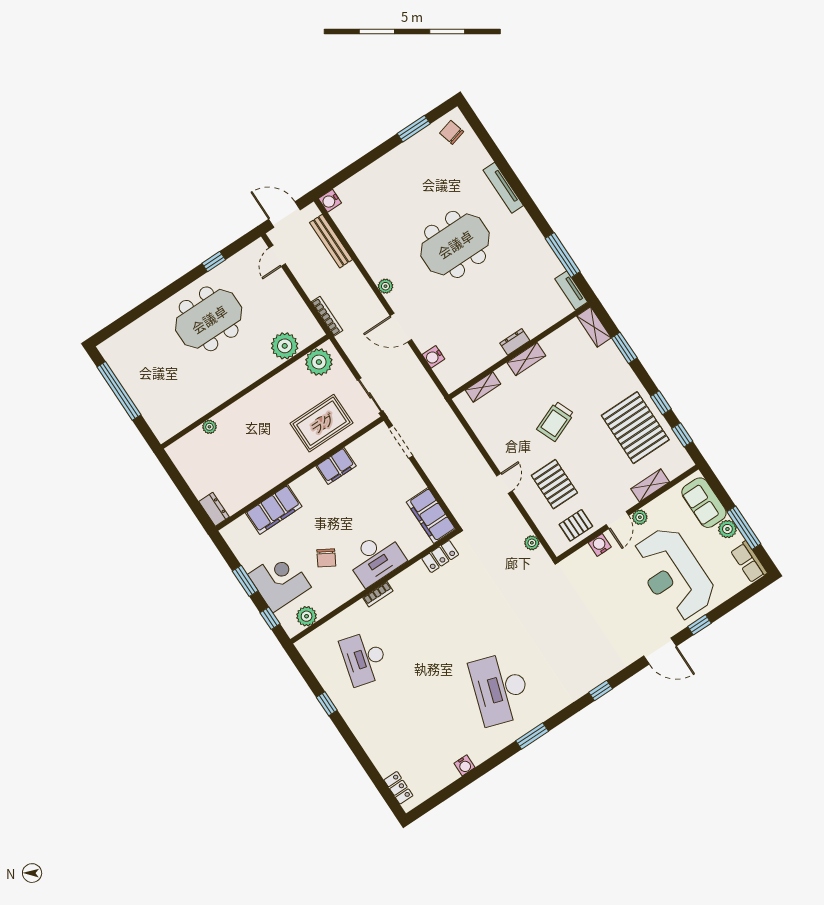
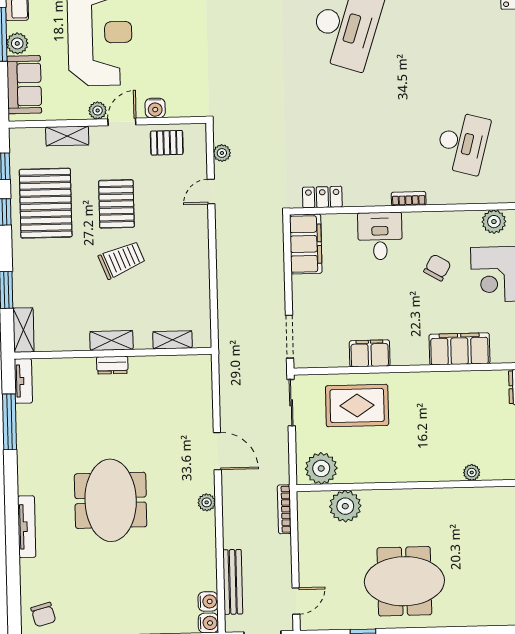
meeting table: (455, 244) -> (111, 500), turned 90
water cooler: (433, 357) -> (208, 601), moved
door: (504, 483) -> (211, 192), moved
pallet: (554, 484) -> (116, 204), moved
desk: (376, 558) -> (380, 236), width x0.73

